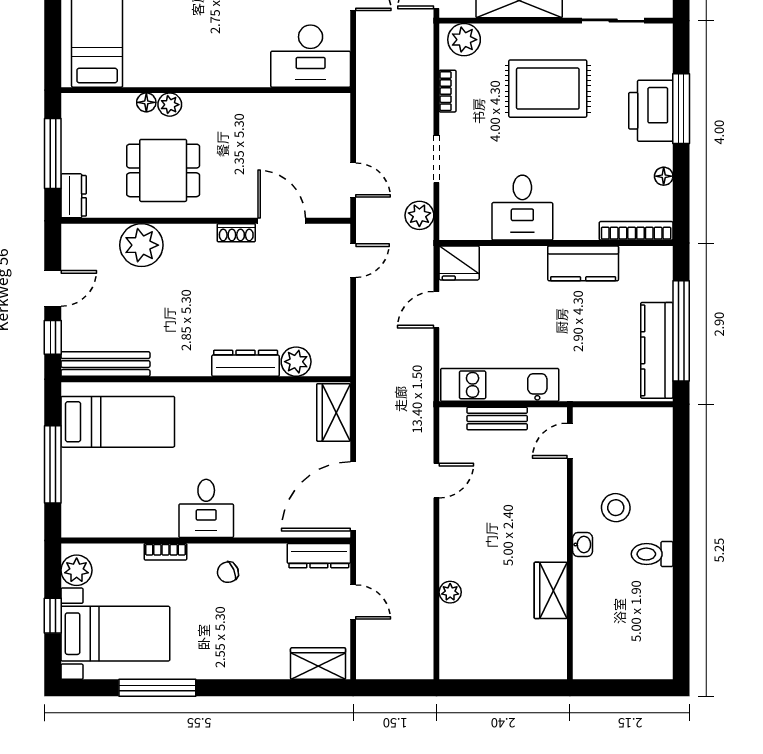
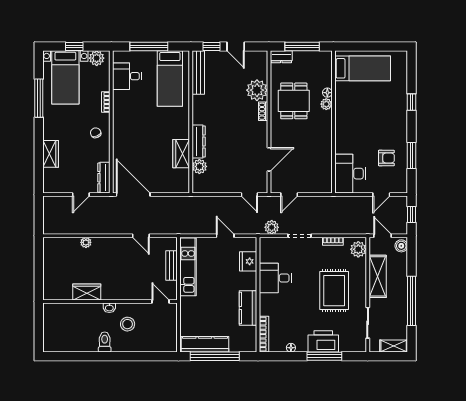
shoe rack: (236, 233) -> (263, 111), moved
fridge: (459, 263) -> (248, 261), moved
wardrobe: (334, 412) -> (181, 154), moved, turned -90
desk: (206, 508) -> (127, 76), moved
wardrobe: (318, 664) -> (51, 154), moved

